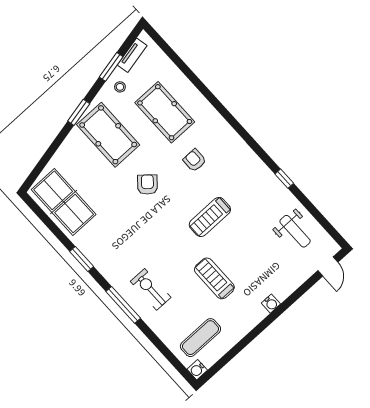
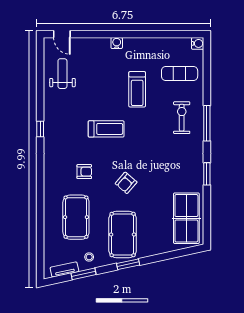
armchair: (195, 160) -> (84, 172), turned -90
window: (284, 179) -> (40, 129), moved
door: (328, 266) -> (62, 34), swing flipped
exercise bike: (151, 289) -> (182, 118), turned 180
exercise mat: (200, 338) -> (180, 73), moved

